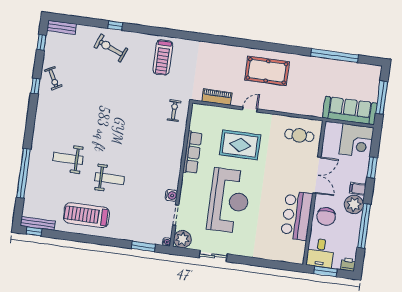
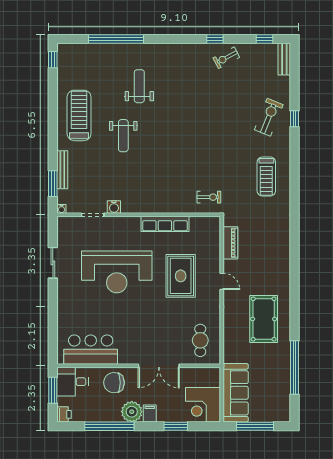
treadmill: (163, 57) -> (266, 176), turned -90
pool table: (267, 71) -> (264, 319), moved
bar counter: (297, 215) -> (91, 350), moved
bench: (38, 223) -> (62, 170), moved
plant: (182, 239) -> (67, 226), removed

